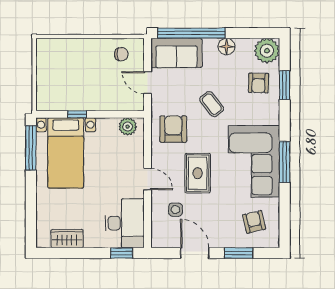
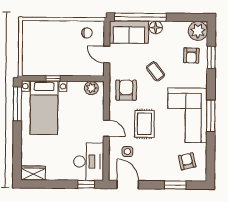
floor lamp: (226, 47) -> (156, 28), moved
wardrobe: (67, 239) -> (33, 173), moved
door: (195, 253) -> (128, 185), moved

